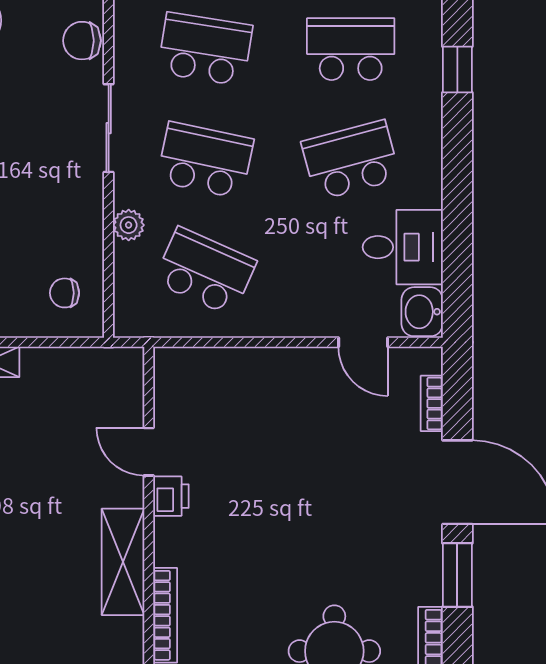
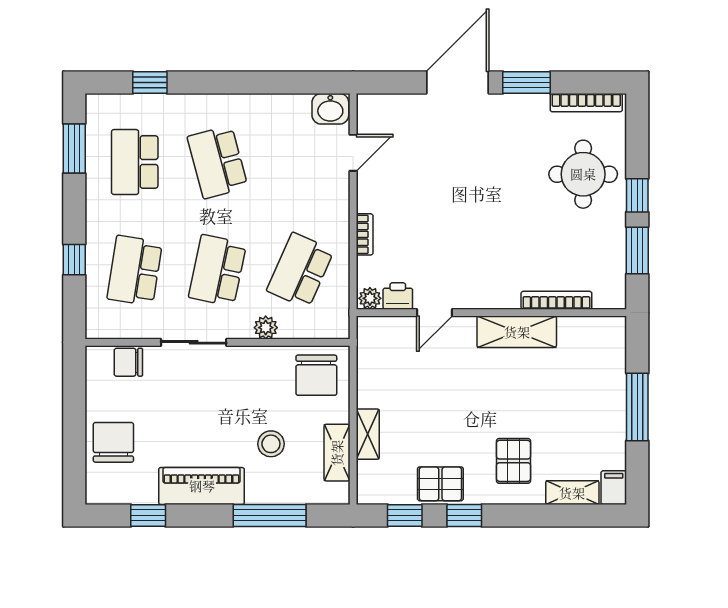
chair: (82, 41) -> (128, 362), turned 90
desk: (403, 247) -> (282, 123), removed
chair: (65, 293) -> (316, 375), width x1.87, depth x1.87
plant: (168, 365) -> (370, 298), added
bookcase: (432, 403) -> (365, 234), moved, turned -90
printer: (171, 496) -> (398, 296), moved

